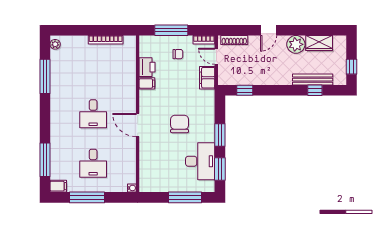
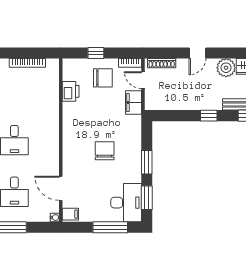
window: (171, 30) -> (96, 53), width x0.46
chair: (178, 54) -> (103, 78), width x1.87, depth x1.87
filing cabinet: (147, 83) -> (70, 214), moved
window: (245, 90) -> (209, 116), moved
door: (138, 125) -> (61, 188), moved
desk: (200, 161) -> (126, 203), moved

